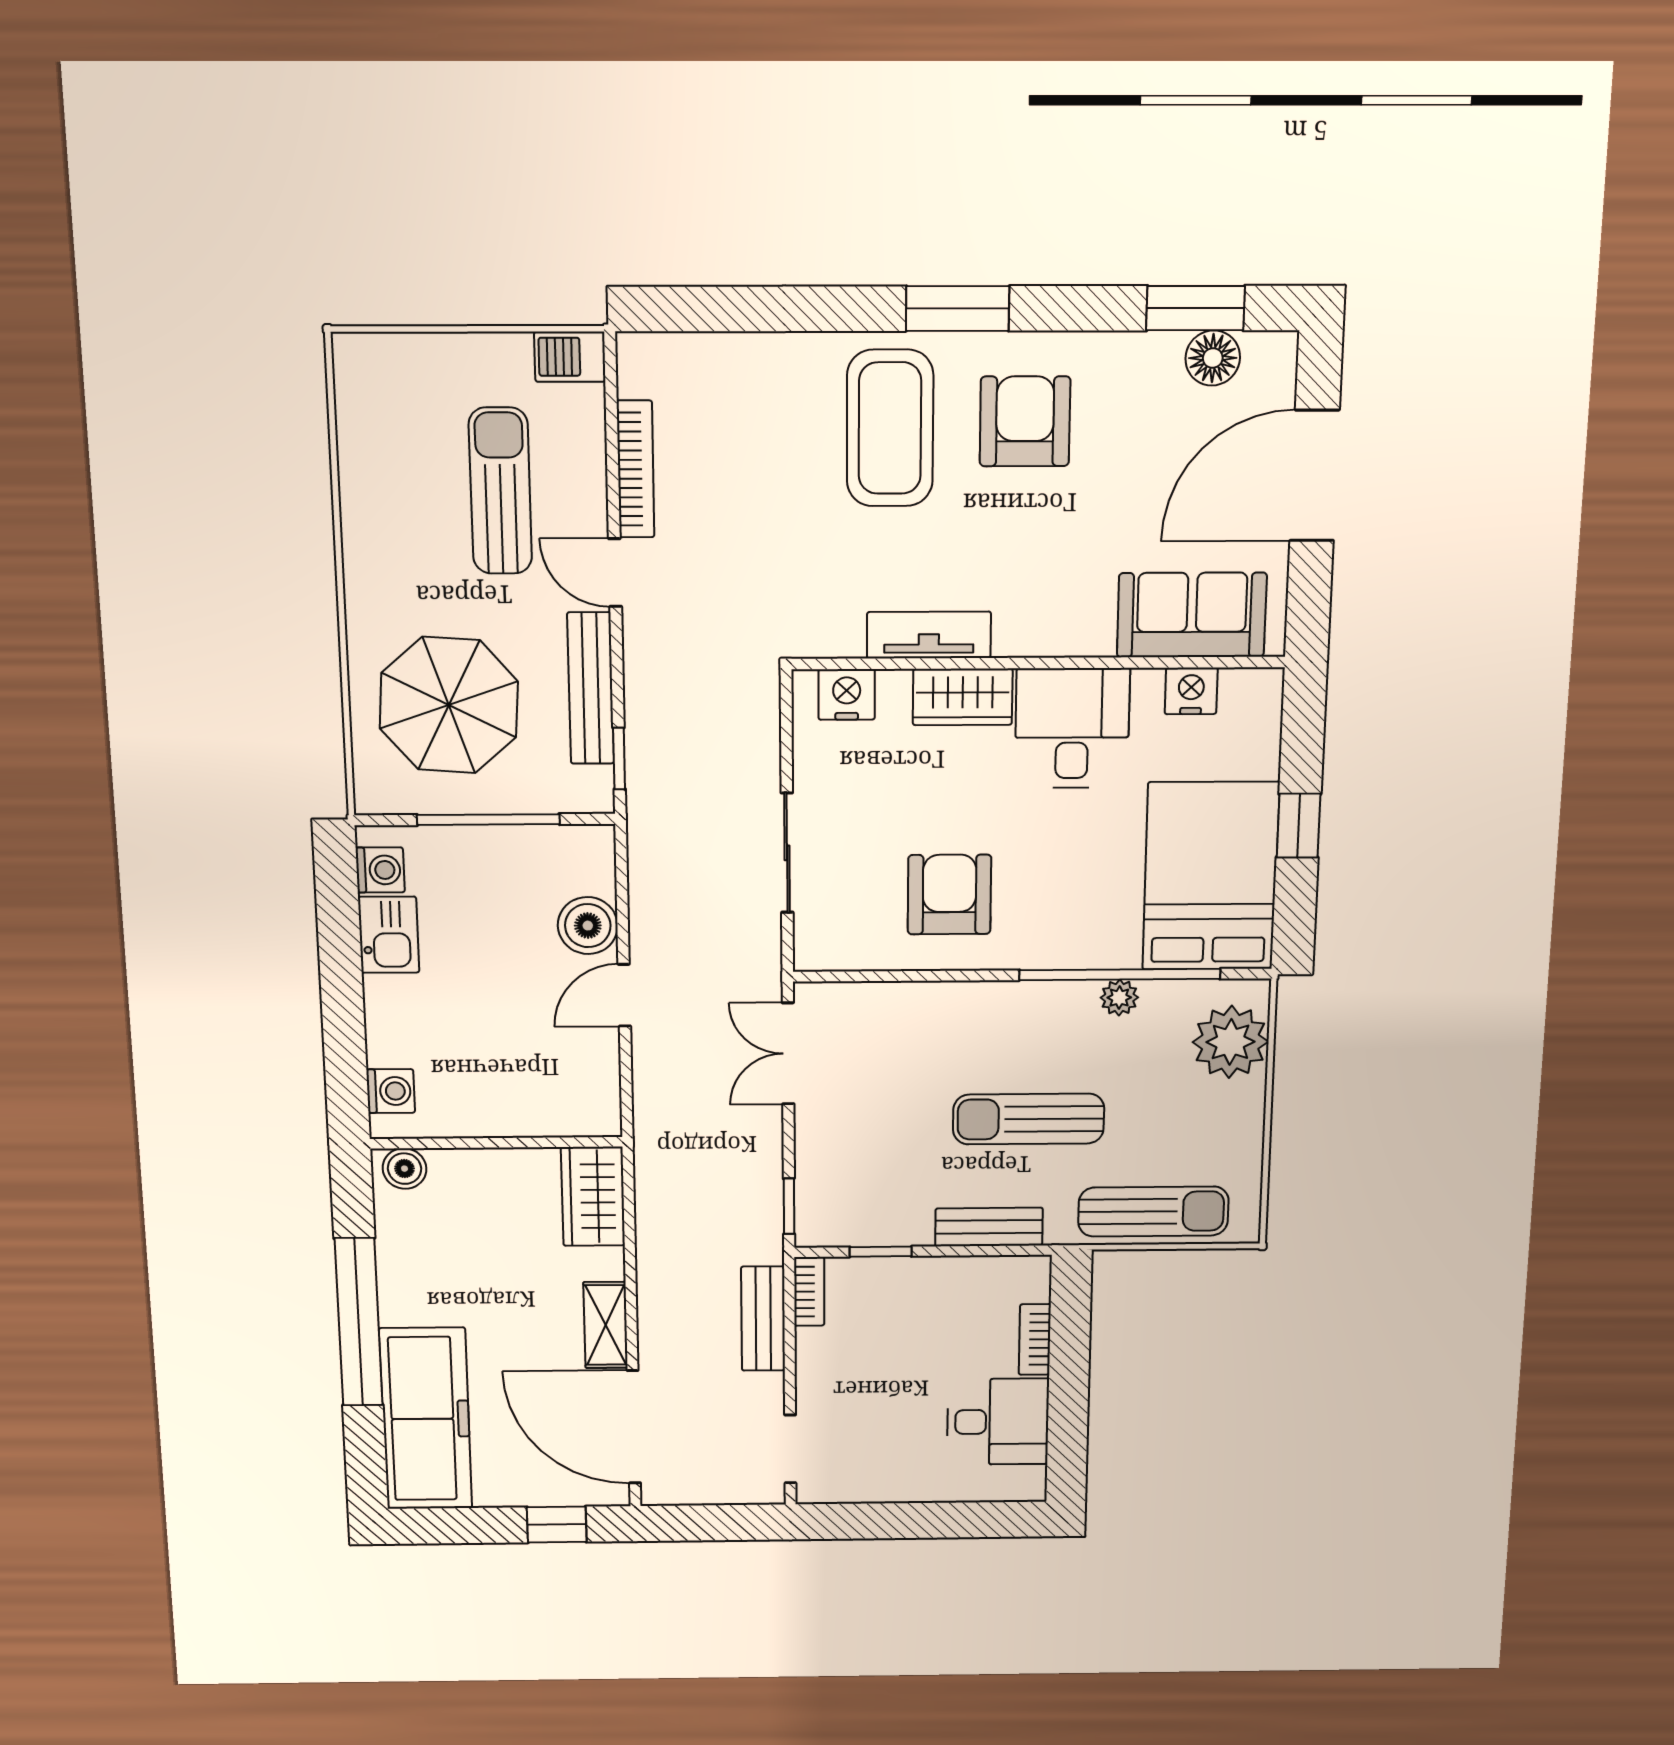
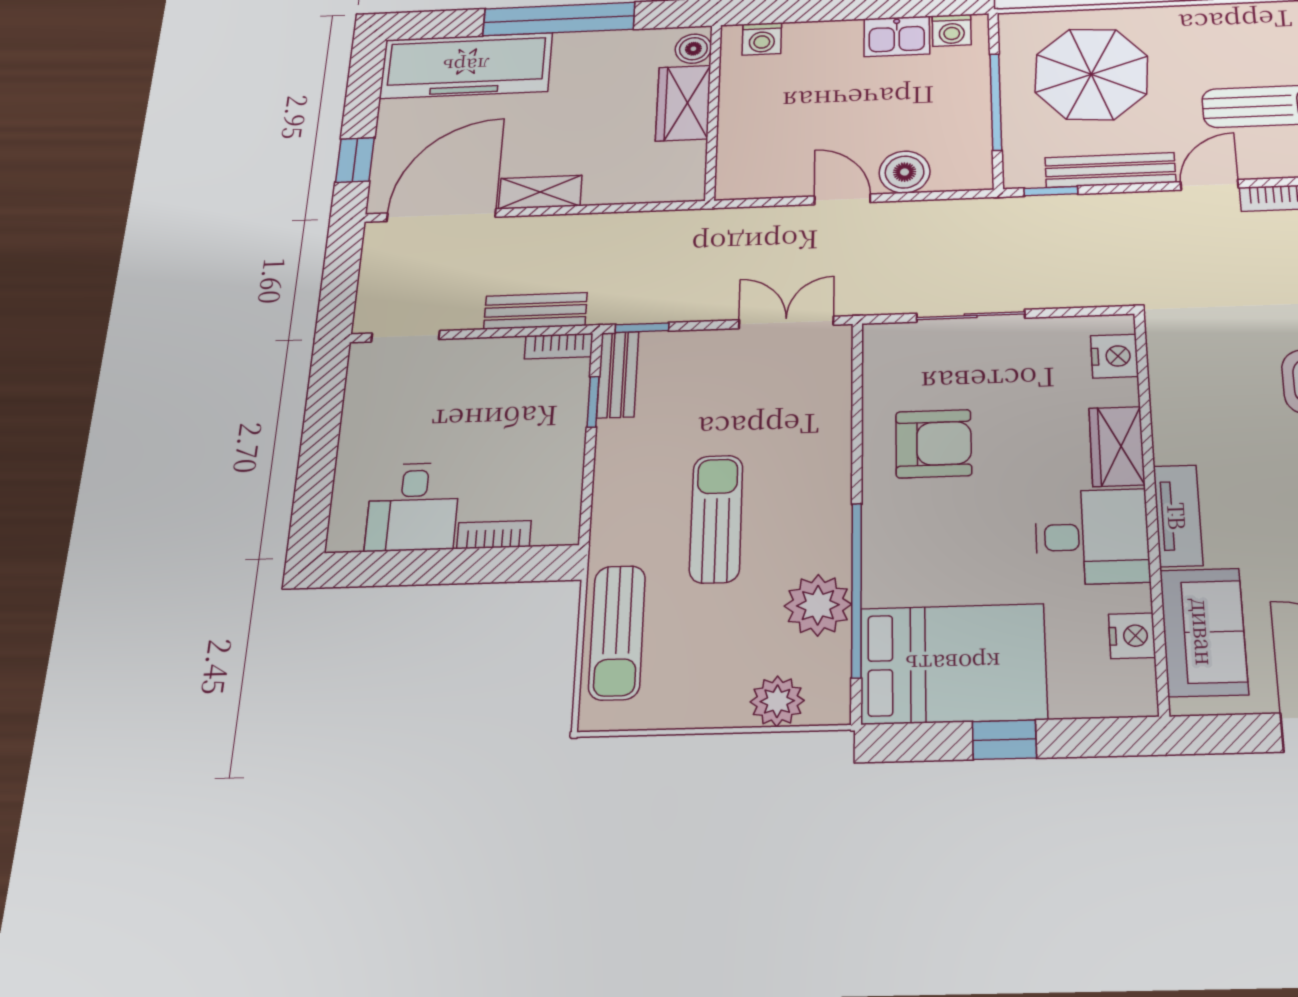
tv unit: (929, 635) -> (1178, 516), moved
plant: (1119, 998) -> (818, 605), width x1.87, depth x1.87
plant: (1230, 1042) -> (777, 701), width x0.73, depth x0.73
wardrobe: (593, 1196) -> (683, 103), moved, turned -90
bench: (989, 1227) -> (618, 375), moved

